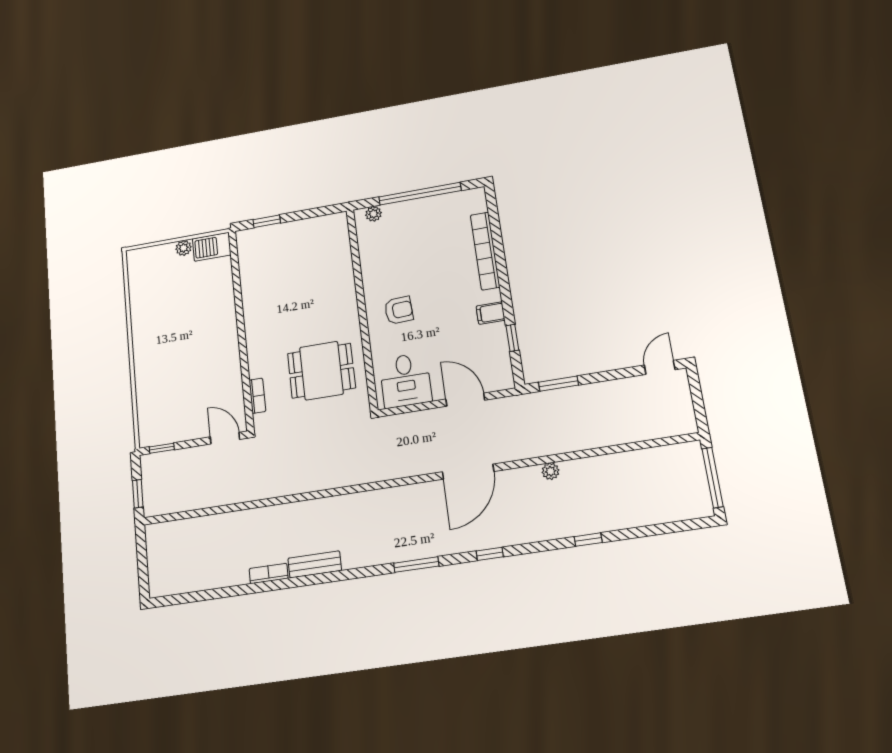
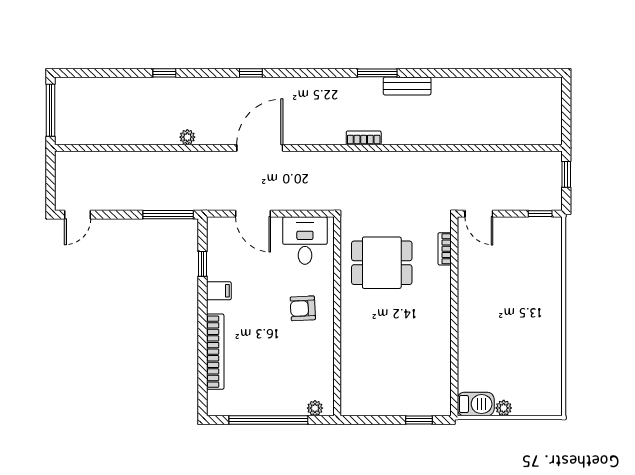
window: (558, 384) -> (168, 215), width x1.44
window: (416, 565) -> (377, 73), moved
bookcase: (269, 573) -> (364, 138), moved, turned 180

